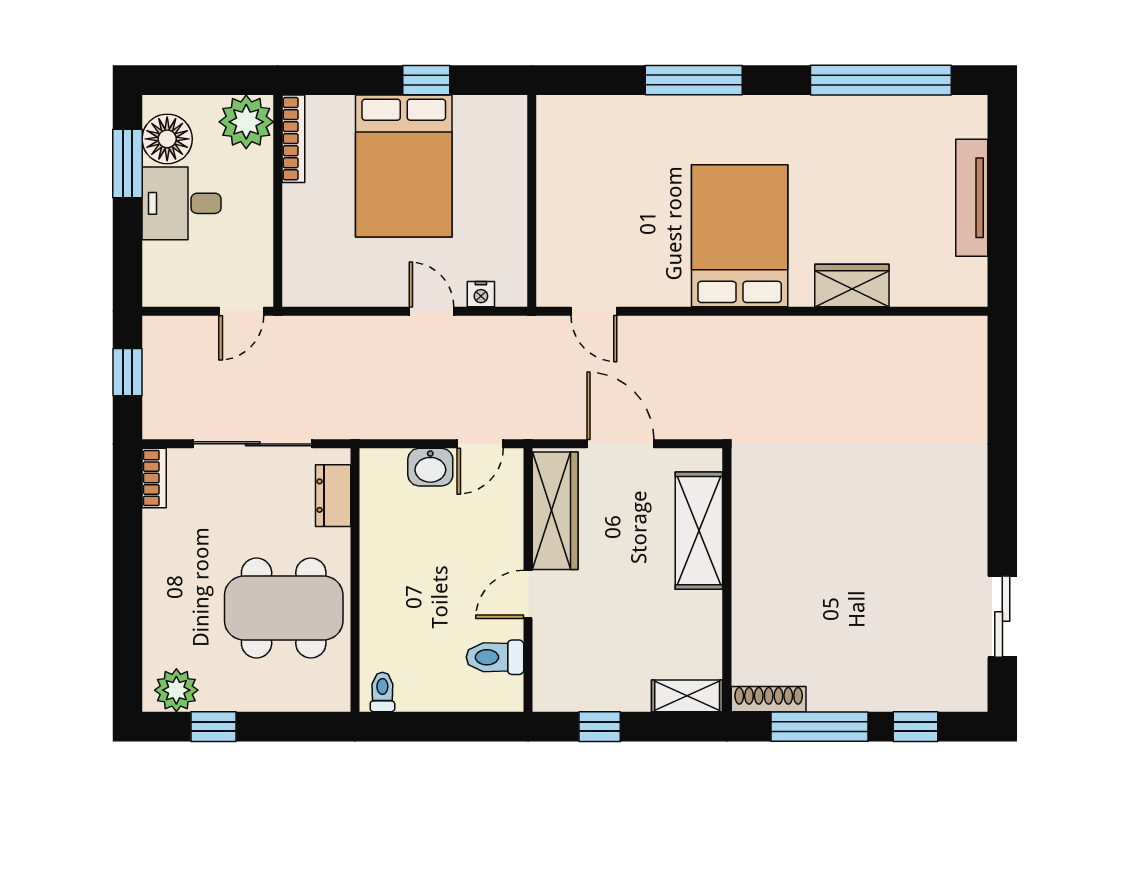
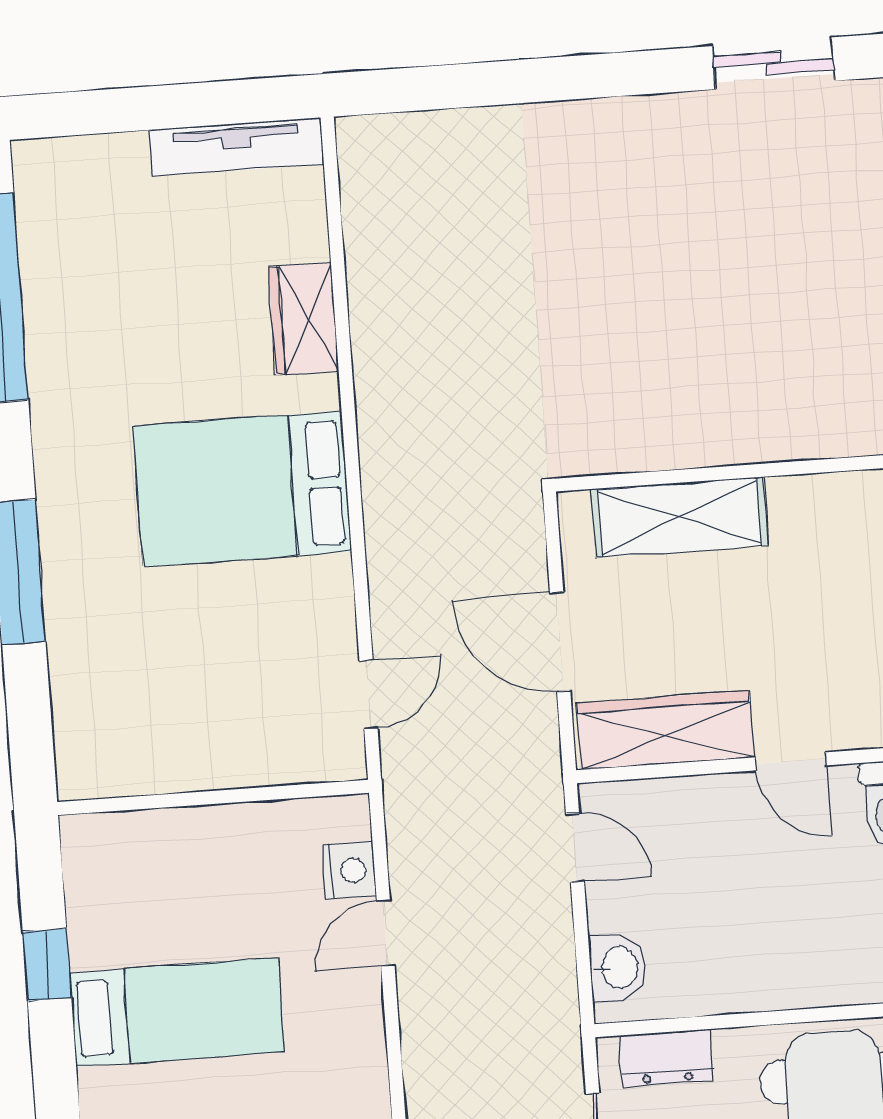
bed: (404, 166) -> (177, 1012), width x0.67
tv unit: (972, 198) -> (236, 147), moved
nightstand: (481, 294) -> (349, 870), width x1.39, depth x1.35
door: (620, 444) -> (560, 642), hinge flipped
washbasin: (430, 467) -> (618, 968), moved

